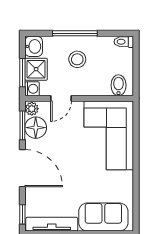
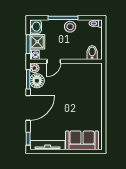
stool: (77, 59) -> (70, 27), moved
corner sofa: (109, 135) -> (86, 86), removed
door: (22, 168) -> (28, 108), hinge flipped

